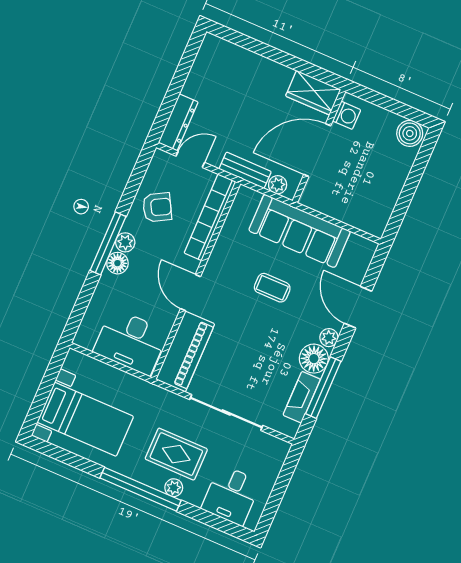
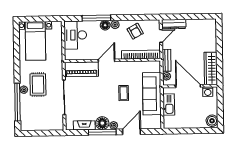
wardrobe: (313, 93) -> (211, 68), width x1.50
door: (190, 159) -> (161, 36), hinge flipped
kitchen sink: (337, 207) -> (169, 105), added
window: (108, 243) -> (96, 18), moved
desk: (131, 342) -> (75, 35), moved
window: (323, 388) -> (102, 132), moved
window: (141, 489) -> (17, 102), moved
desk: (231, 495) -> (31, 115), removed

